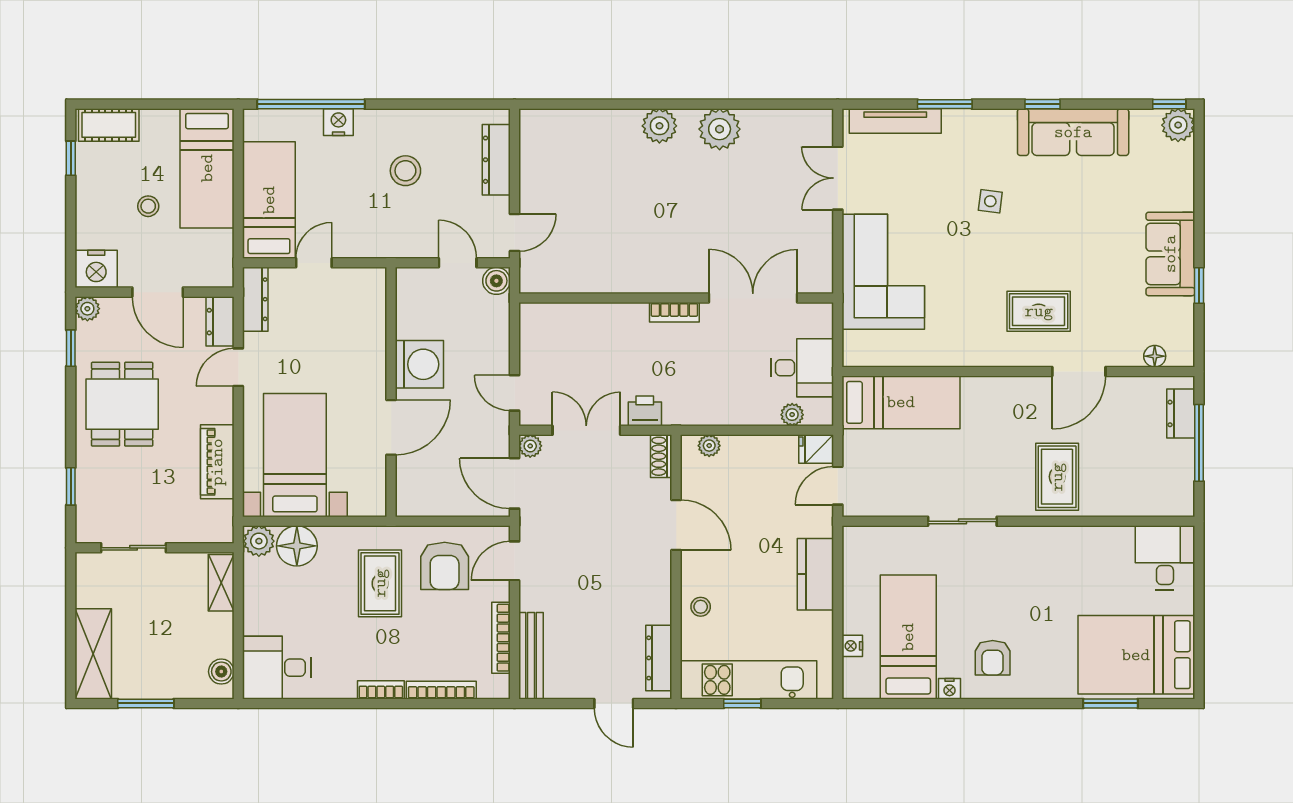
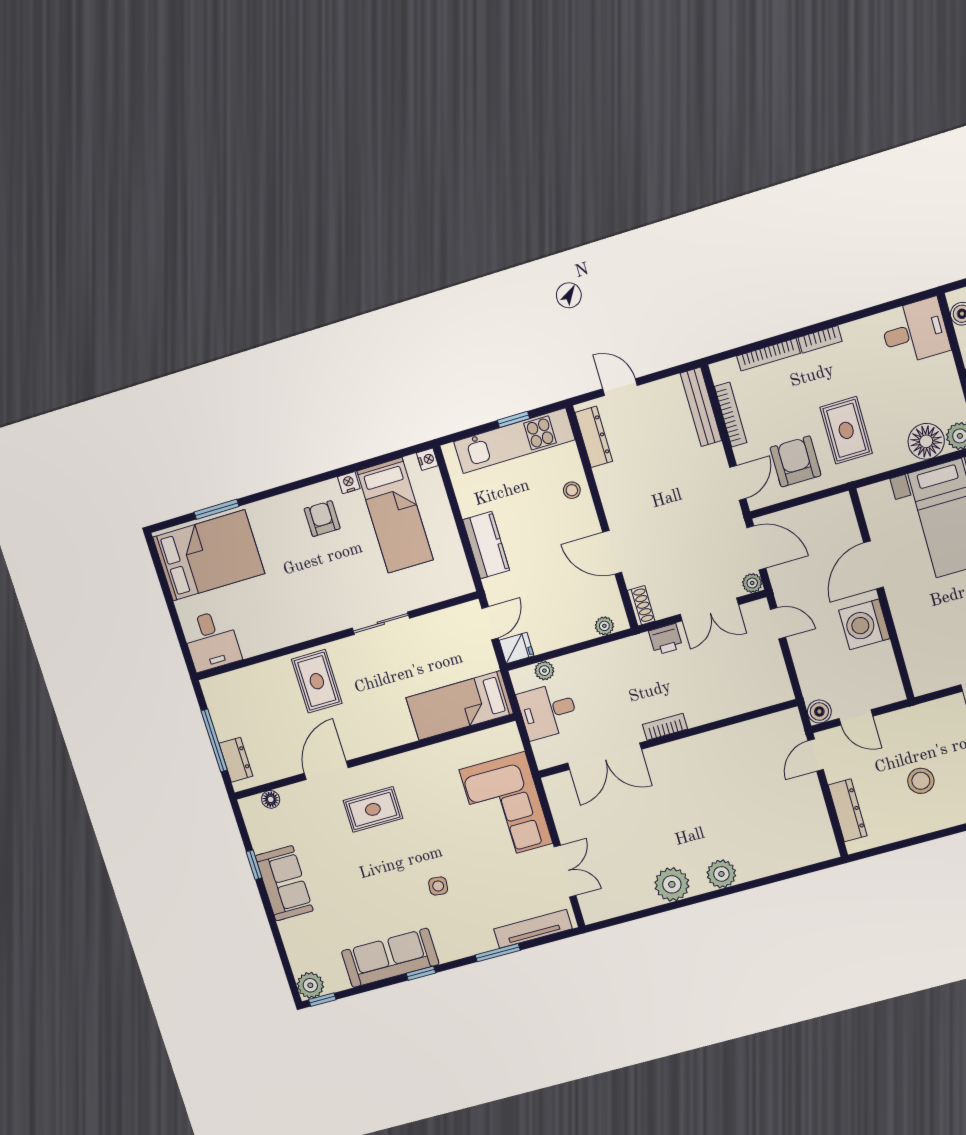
nightstand: (852, 646) -> (427, 459), moved

